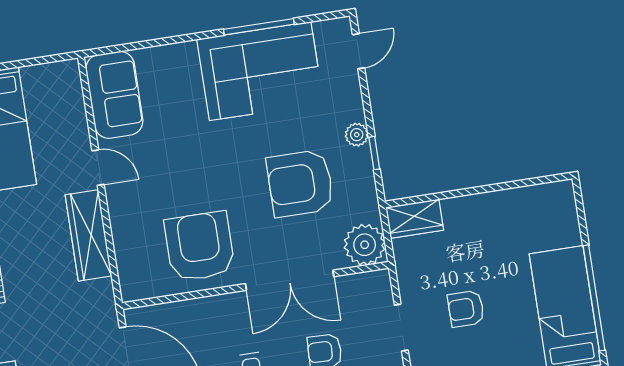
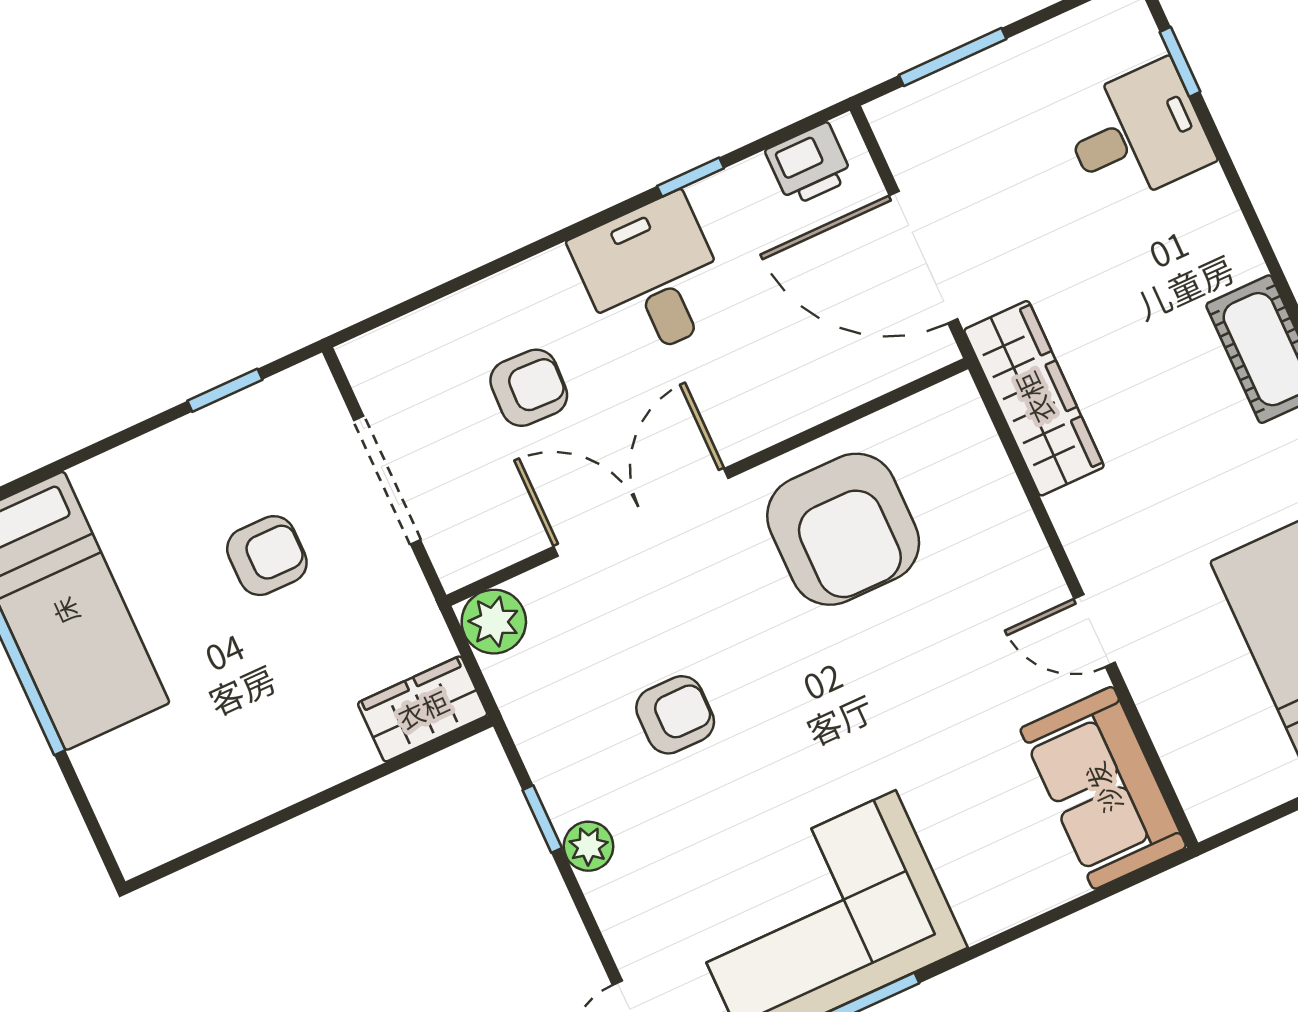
armchair: (300, 183) -> (675, 715), width x0.53, depth x0.53
wardrobe: (88, 235) -> (1034, 398), moved
plant: (365, 245) -> (494, 622), width x0.73, depth x0.73
doorway: (401, 328) -> (387, 480), width x1.38

